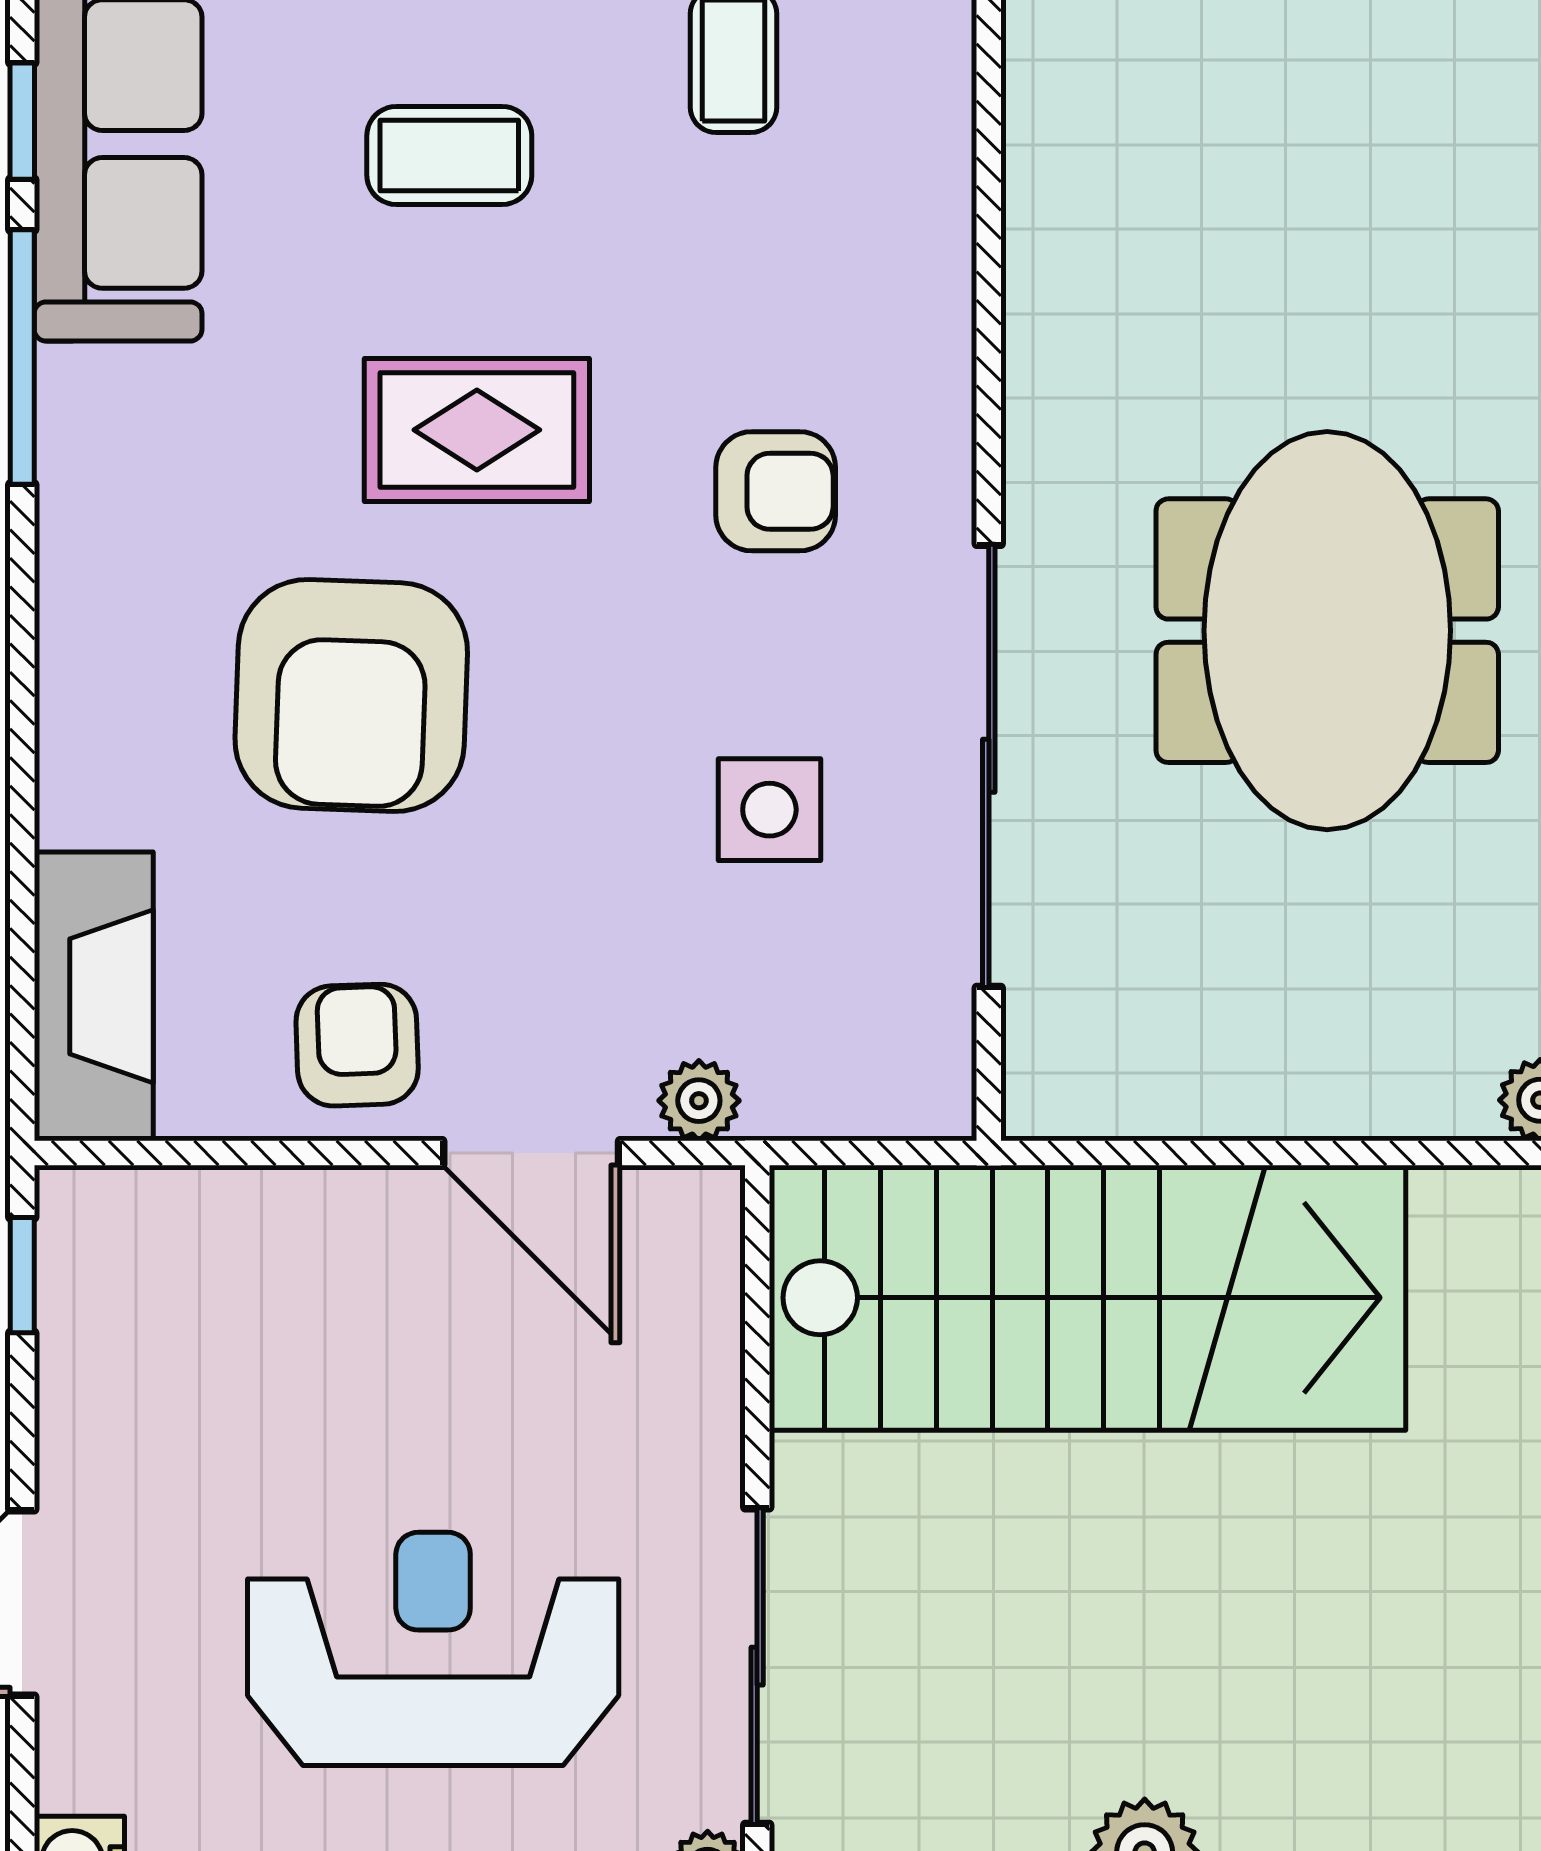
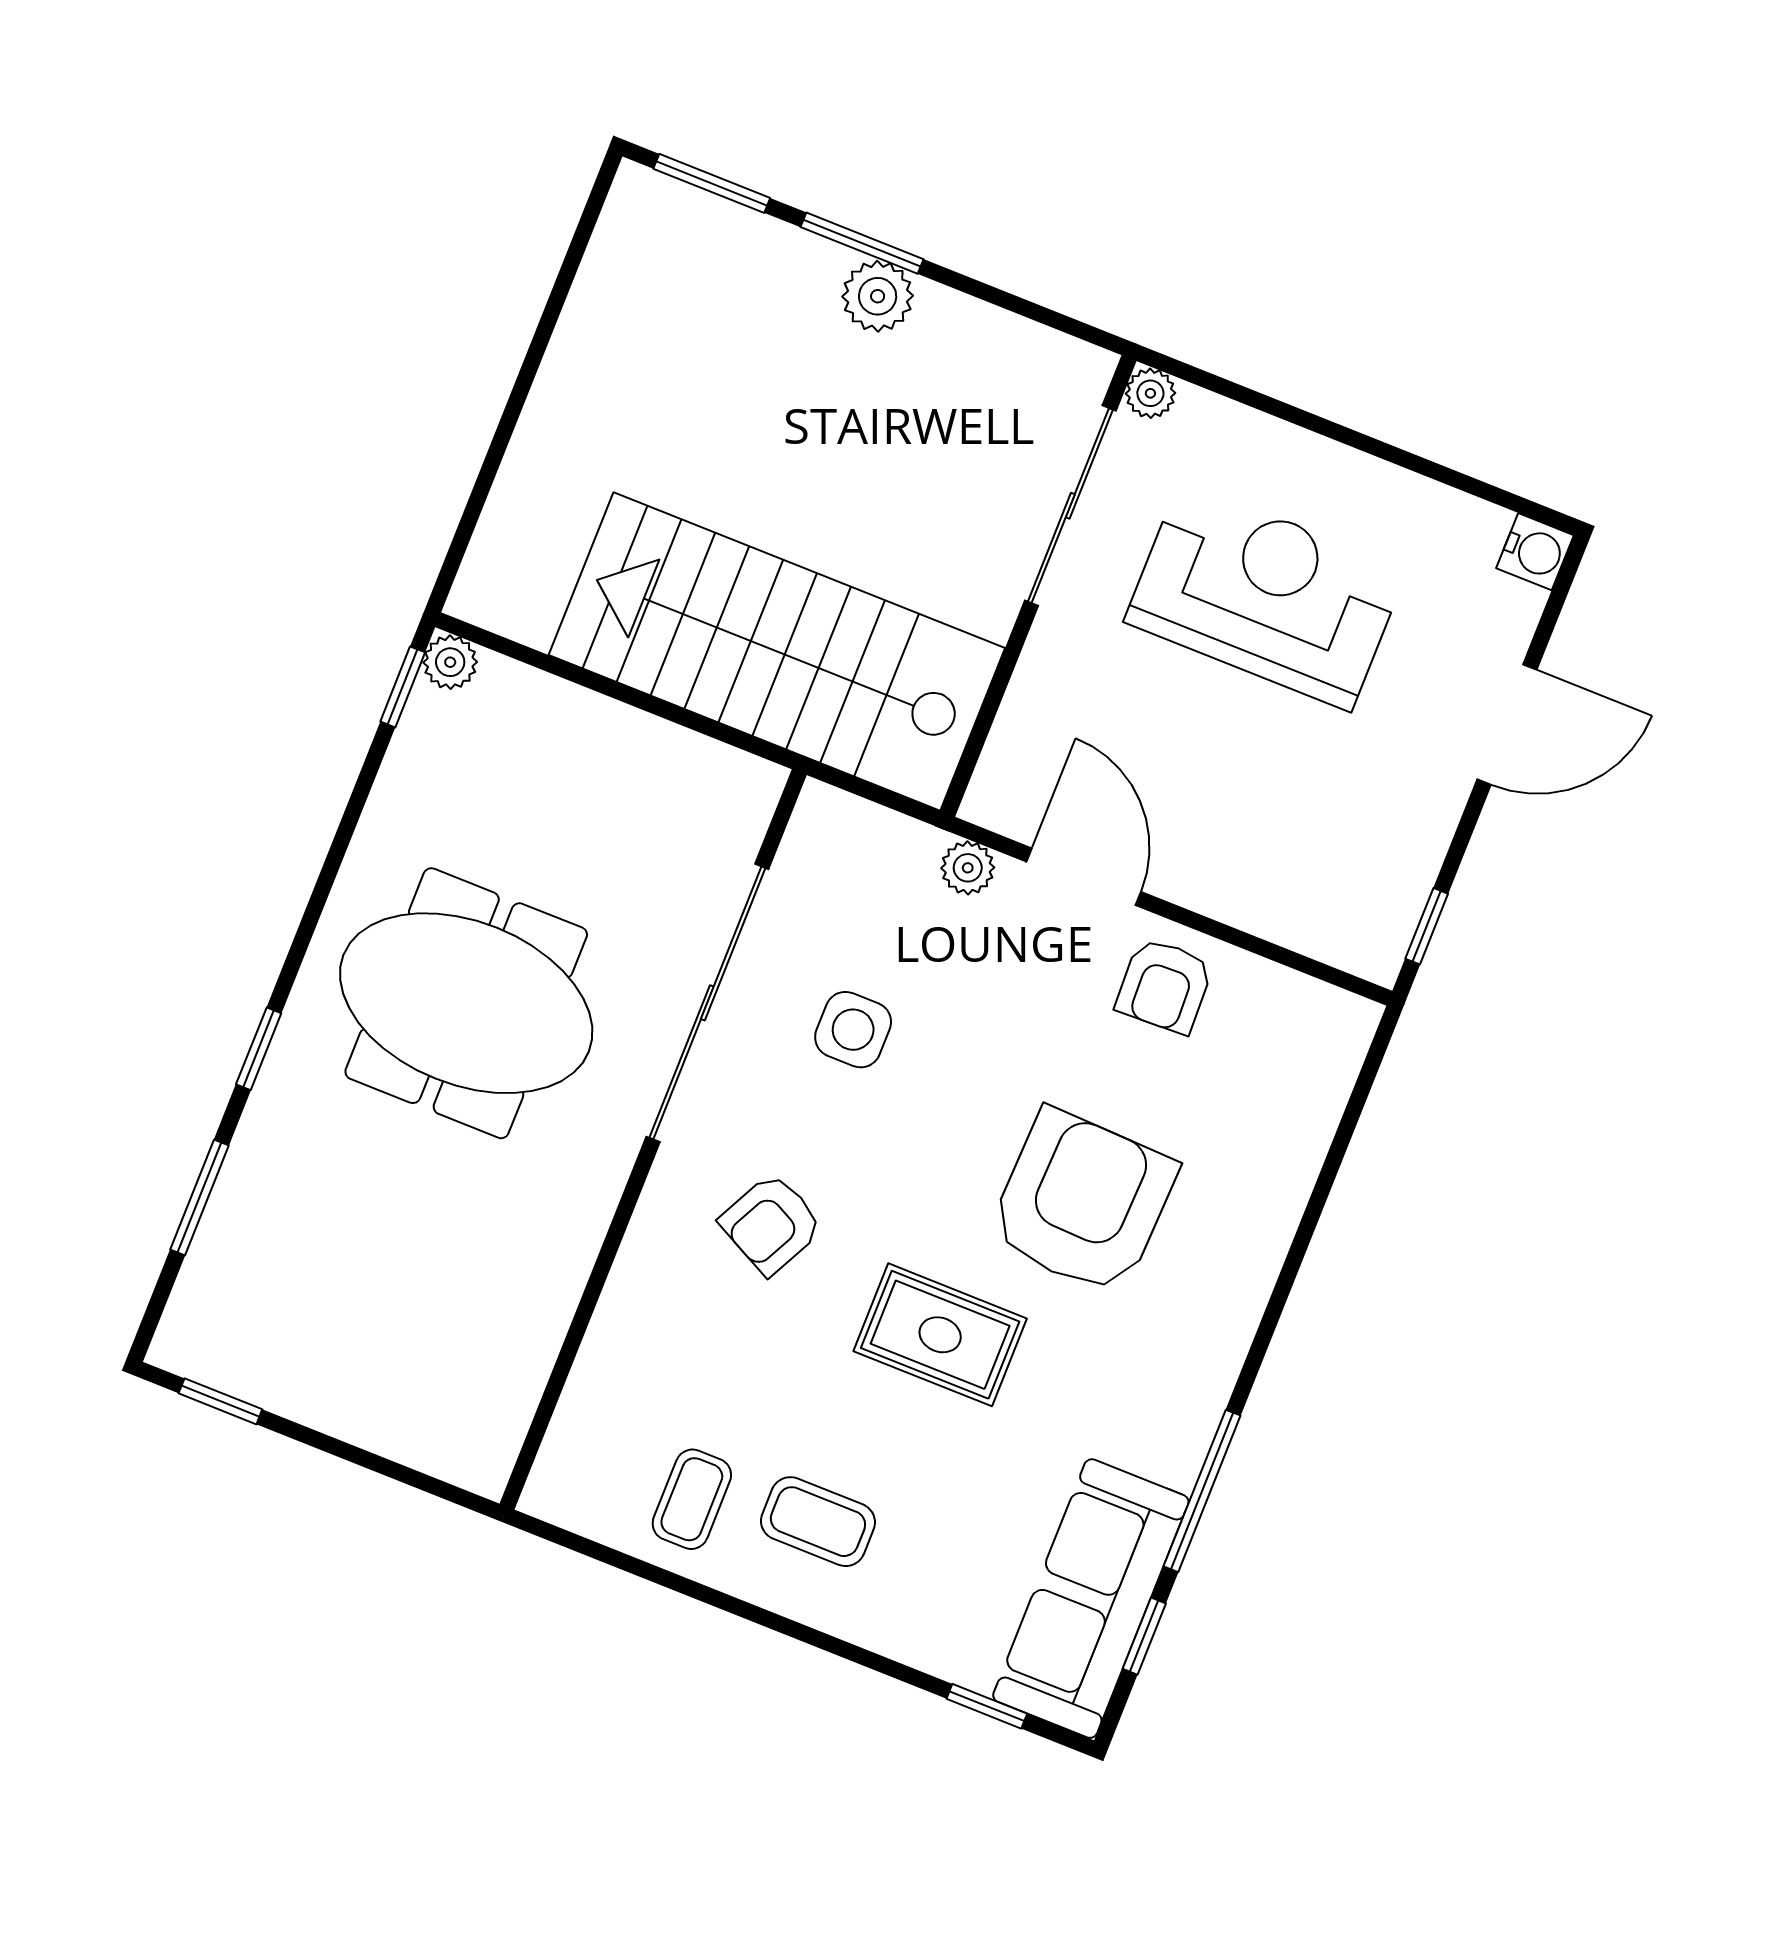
coffee table: (449, 155) -> (818, 1522), moved
armchair: (776, 491) -> (771, 1224), turned -63
meeting table: (1327, 631) -> (466, 1003), turned 90
fireplace: (94, 996) -> (1314, 1080), removed
reception desk: (433, 1649) -> (1265, 596), turned 180

